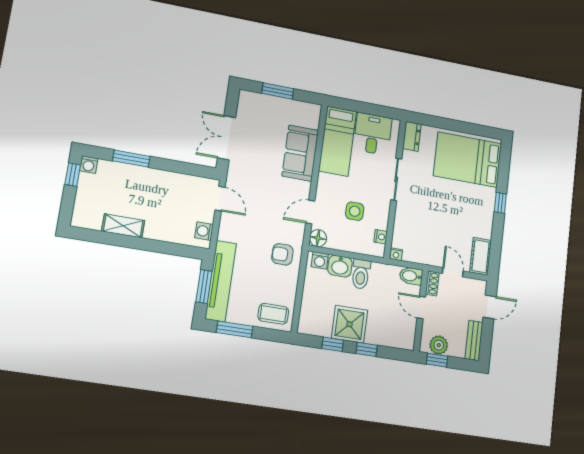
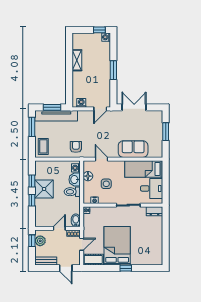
window: (131, 159) -> (113, 70), moved
bed: (468, 160) -> (117, 246), moved
floor lamp: (318, 238) -> (88, 176), moved

